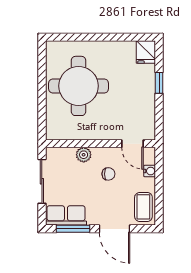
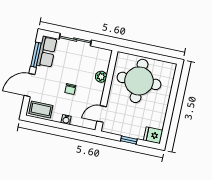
wall: (100, 144) -> (107, 91), moved
door: (132, 144) -> (102, 114), moved
plant: (84, 155) -> (101, 77), moved

